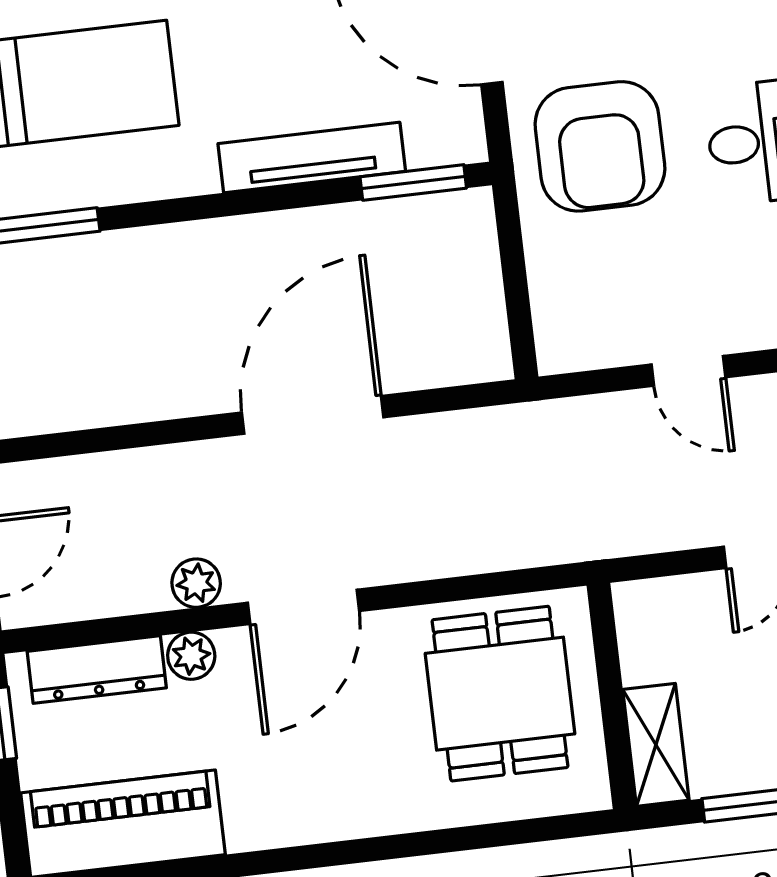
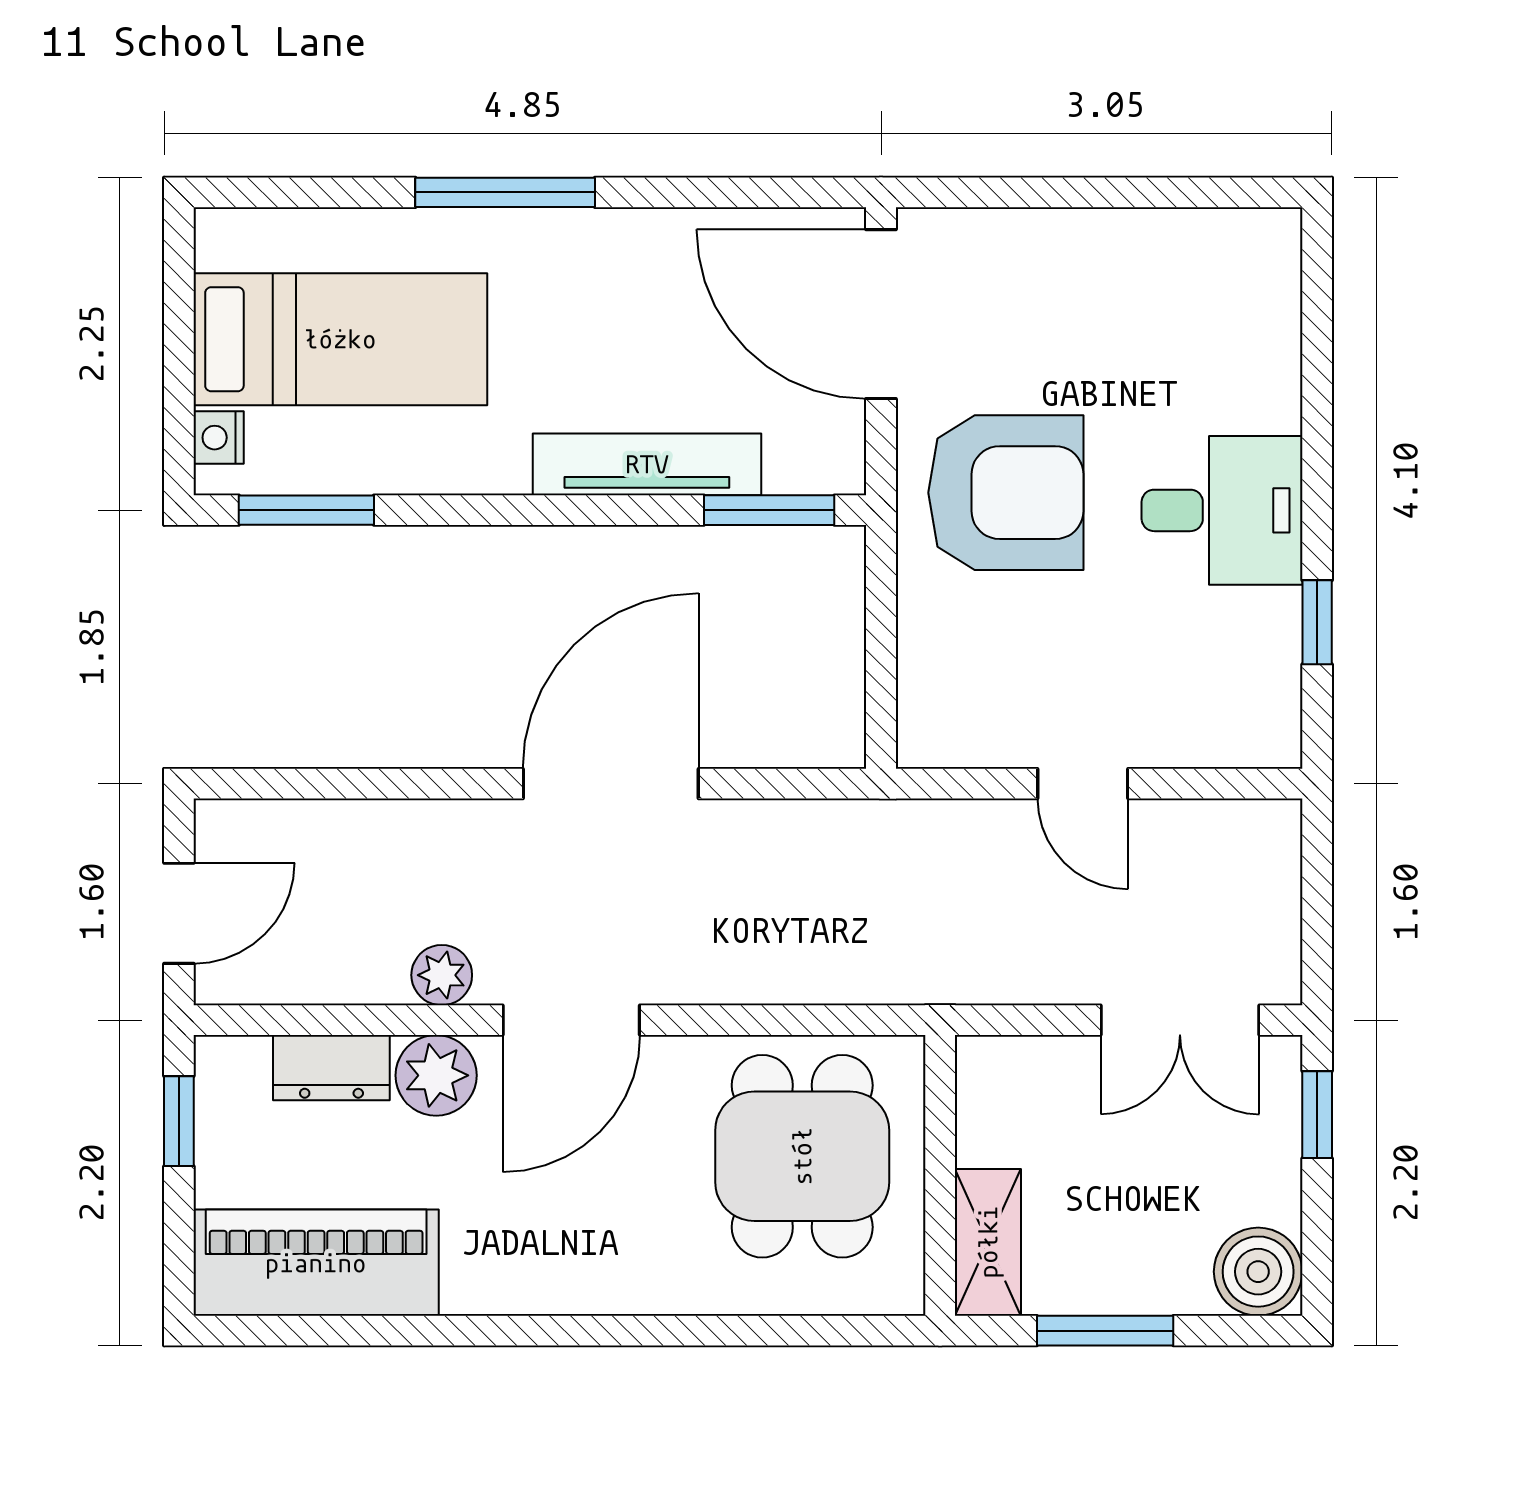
armchair: (600, 146) -> (1006, 493), turned -90
plant: (191, 656) -> (436, 1075), width x1.38, depth x1.38
dresser: (97, 670) -> (331, 1068), width x0.70

